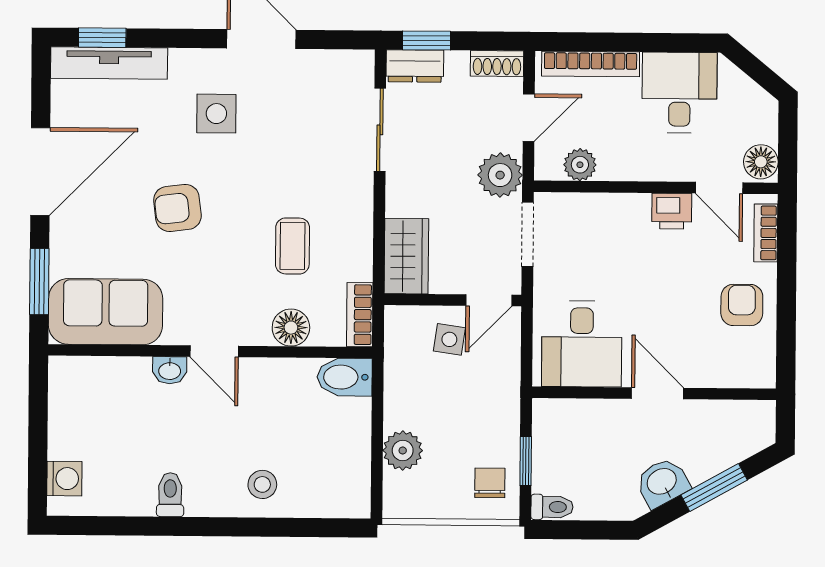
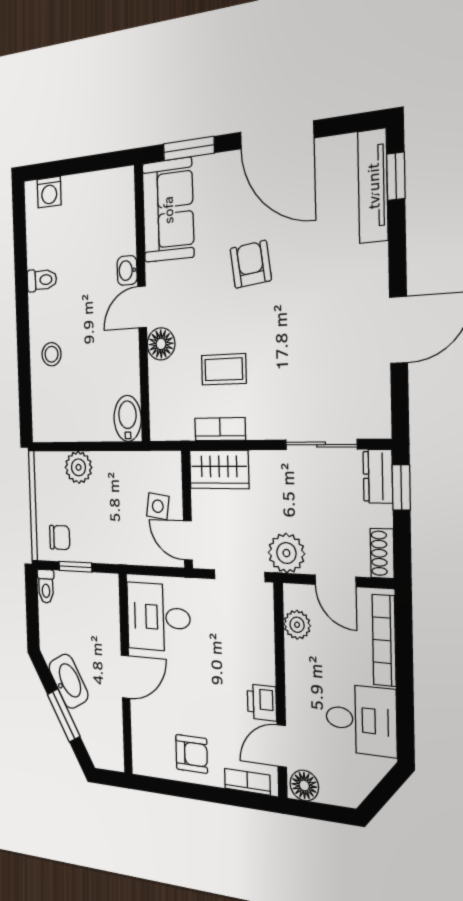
side table: (216, 114) -> (331, 293), removed
bookcase: (360, 315) -> (220, 429), moved
floor lamp: (291, 328) -> (161, 344), moved
washbasin: (662, 482) -> (68, 681), width x1.38

